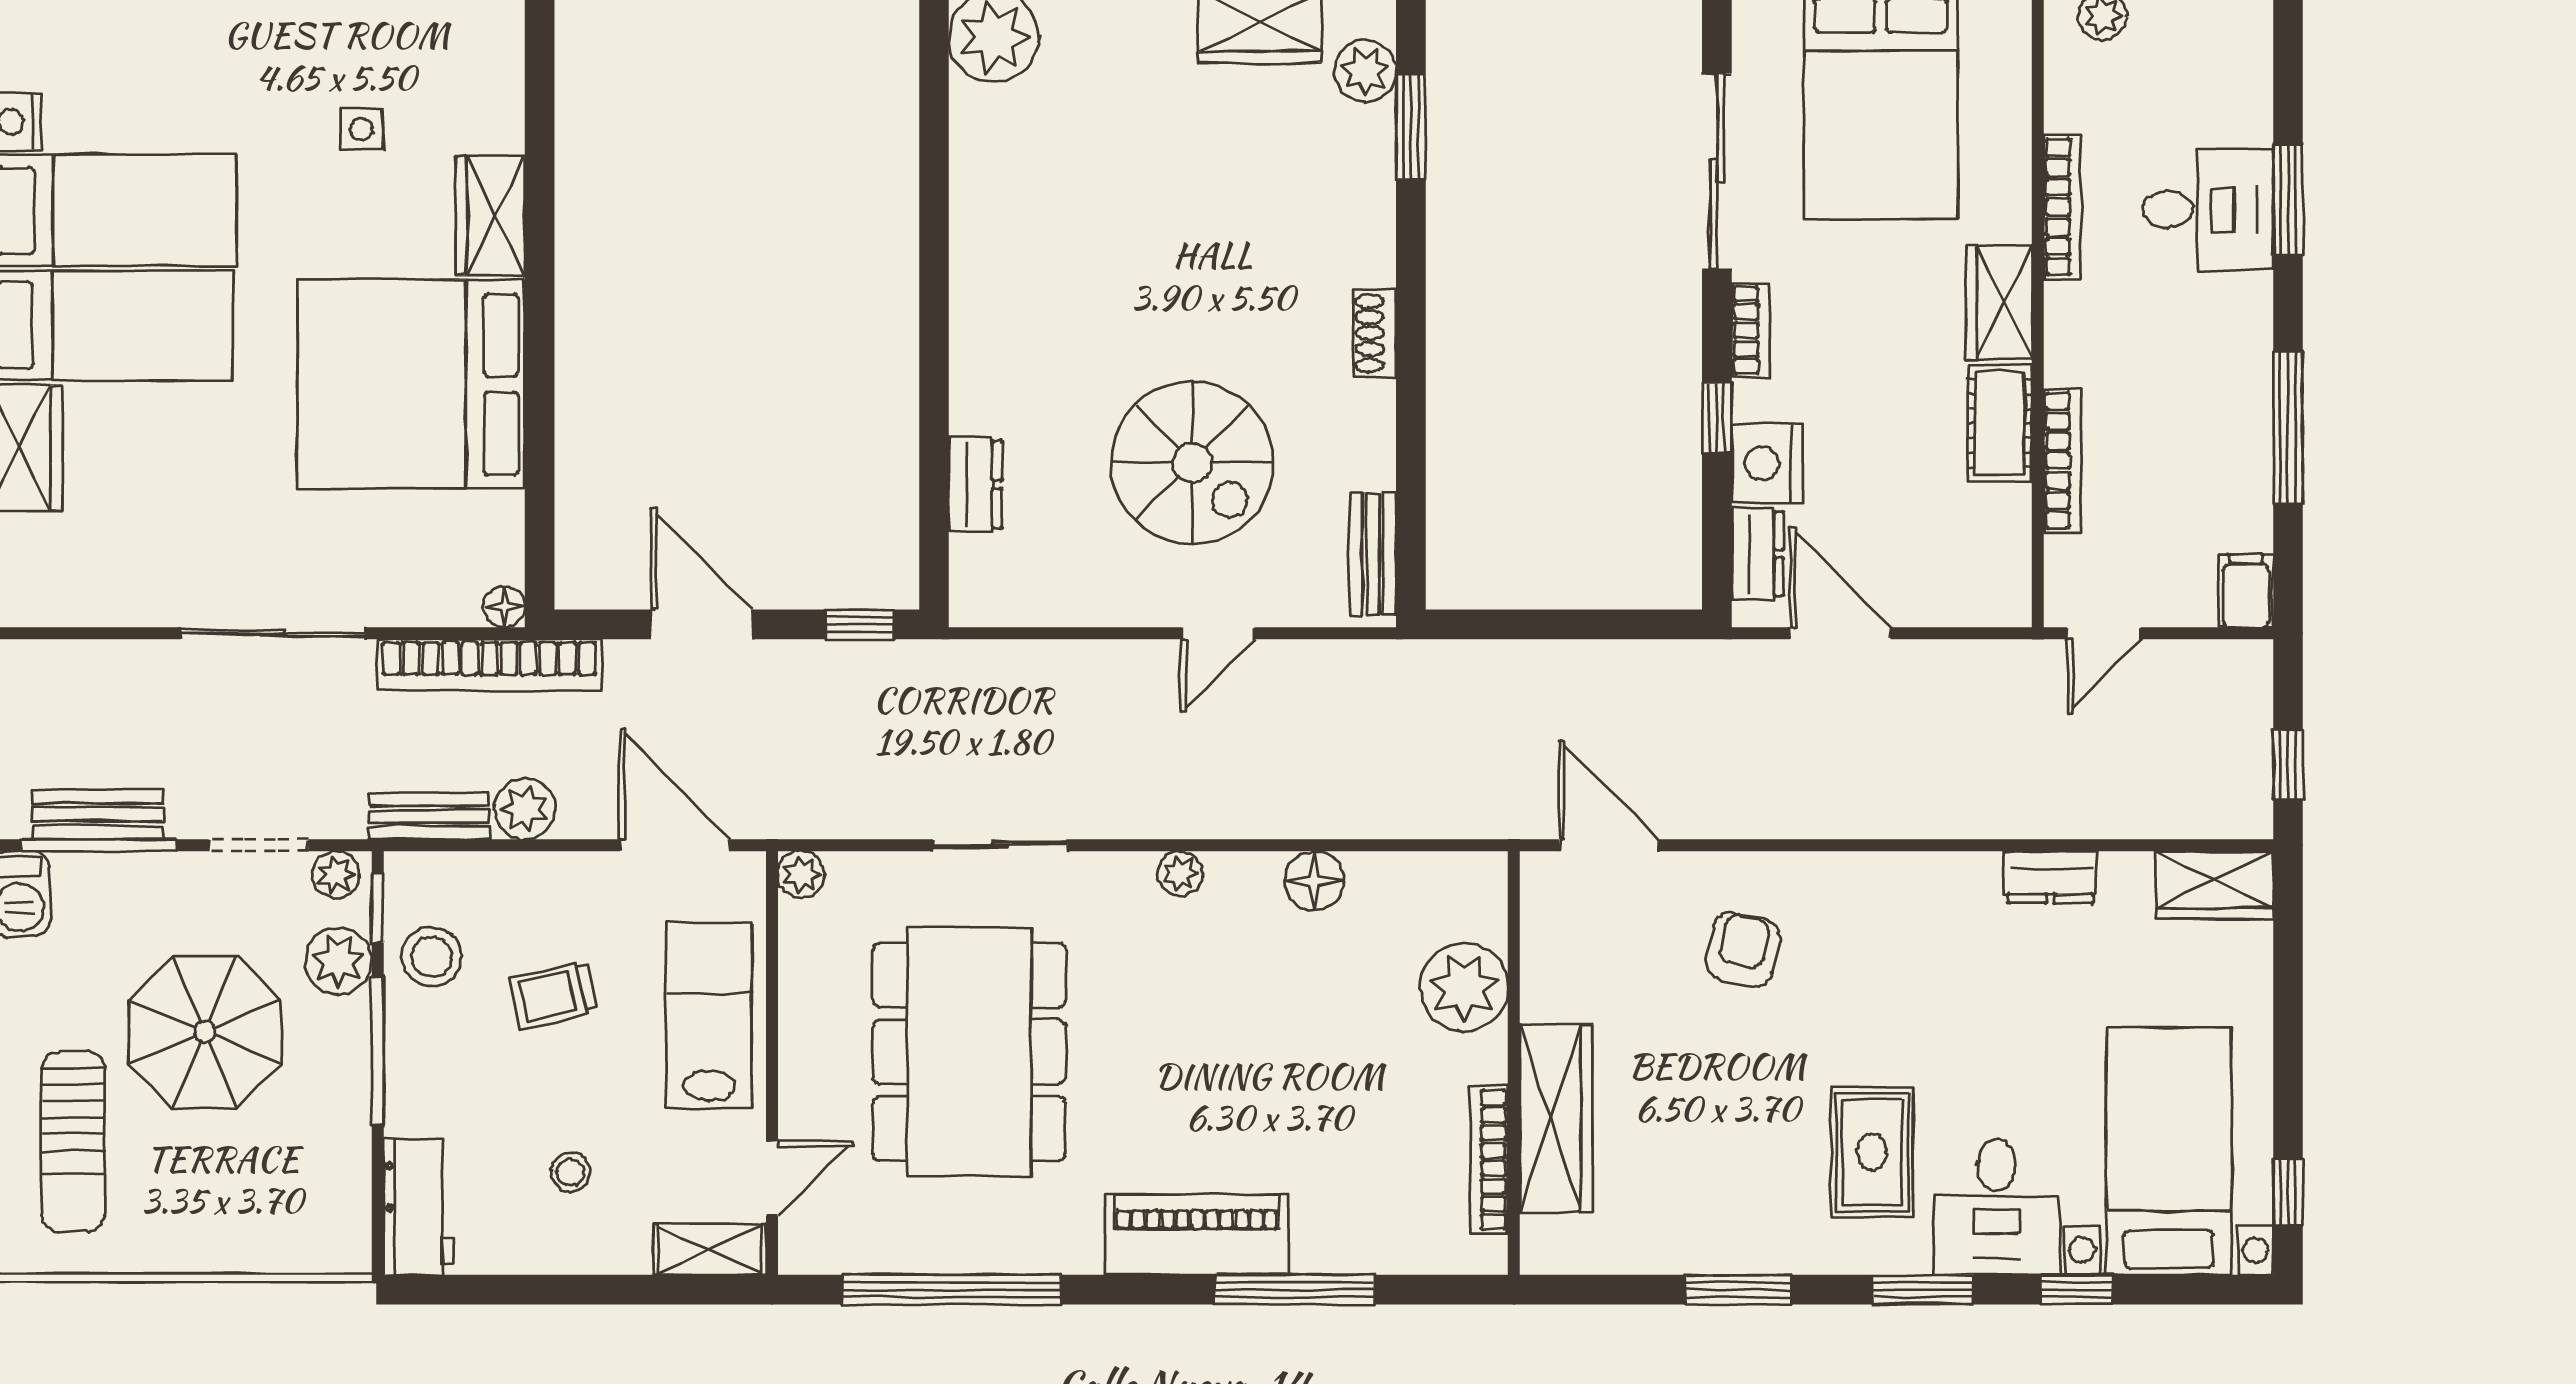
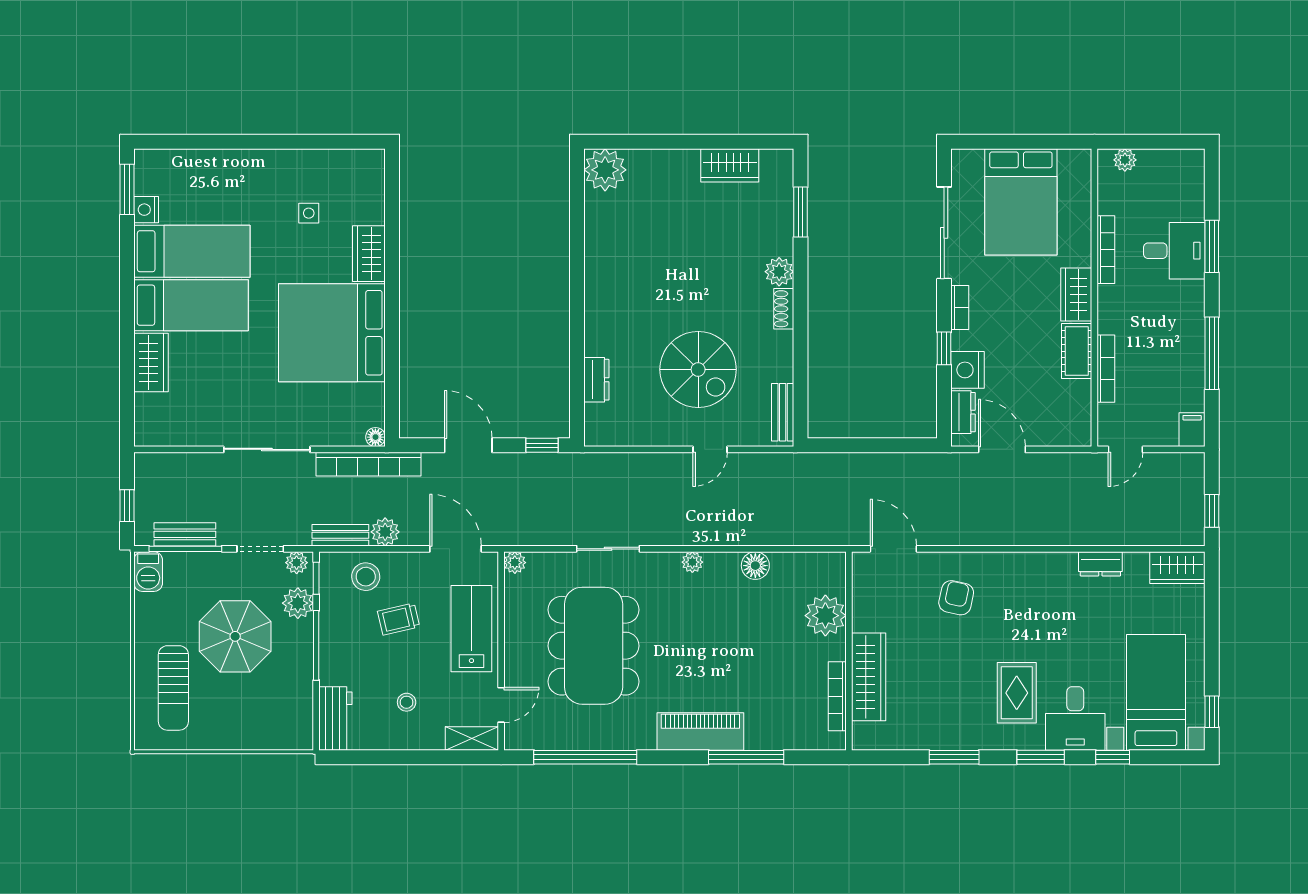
plant: (1365, 71) -> (779, 272), moved
stool: (432, 957) -> (366, 577), moved

